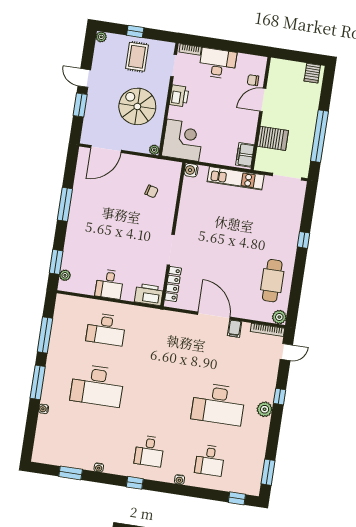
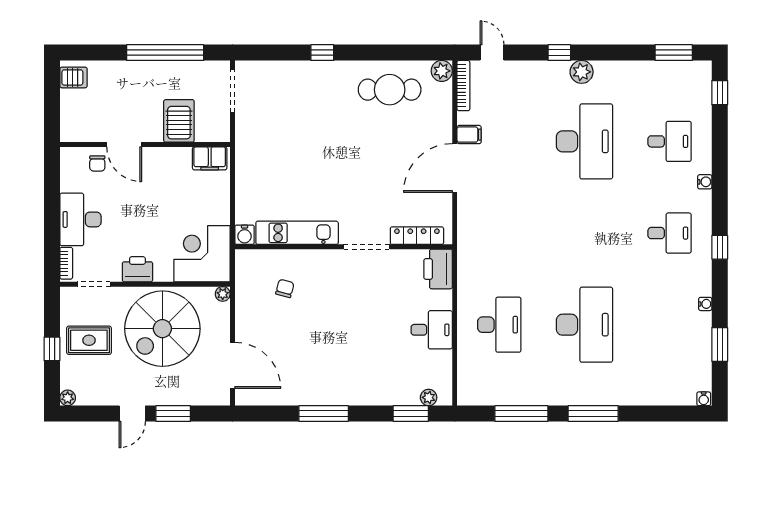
spiral stairs: (137, 106) -> (162, 329), width x1.37, depth x1.37
kitchen unit: (236, 178) -> (297, 233), moved, turned -90
water cooler: (44, 409) -> (704, 399), moved

